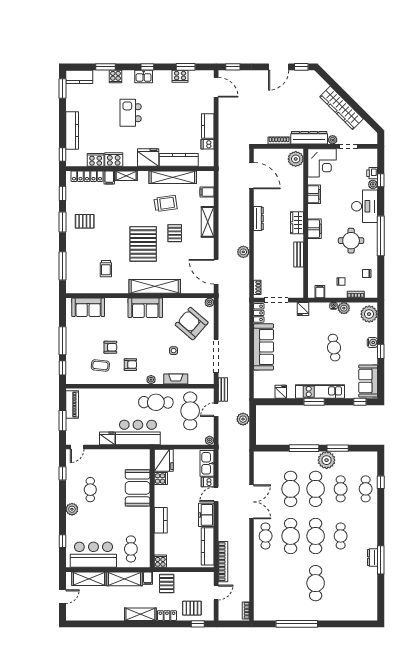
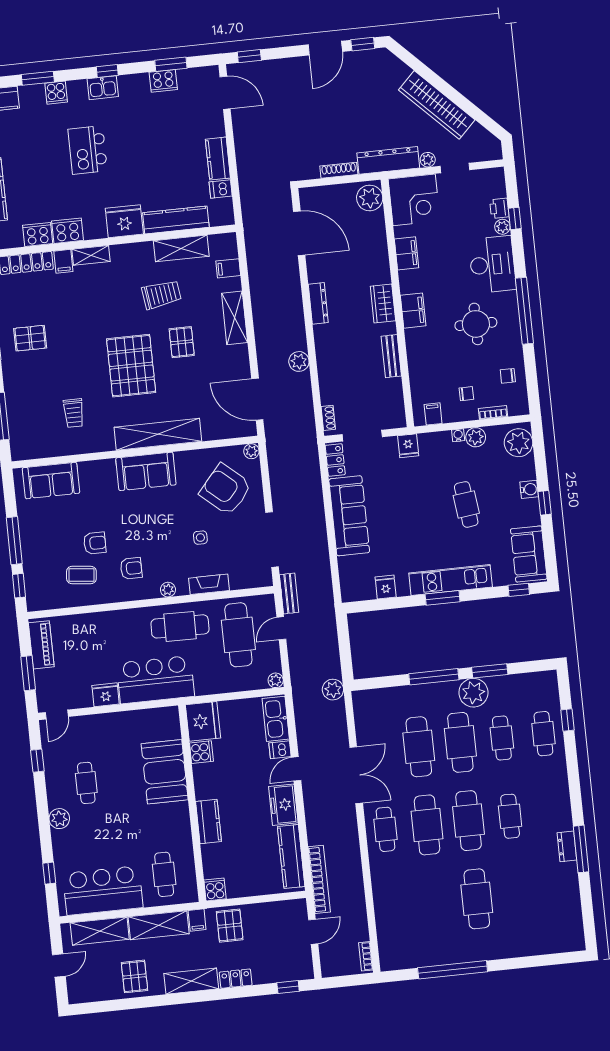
shelving: (173, 177) -> (181, 248), width x0.68
plant: (243, 419) -> (333, 690), moved
pallet: (192, 608) -> (134, 976), moved, turned 90

